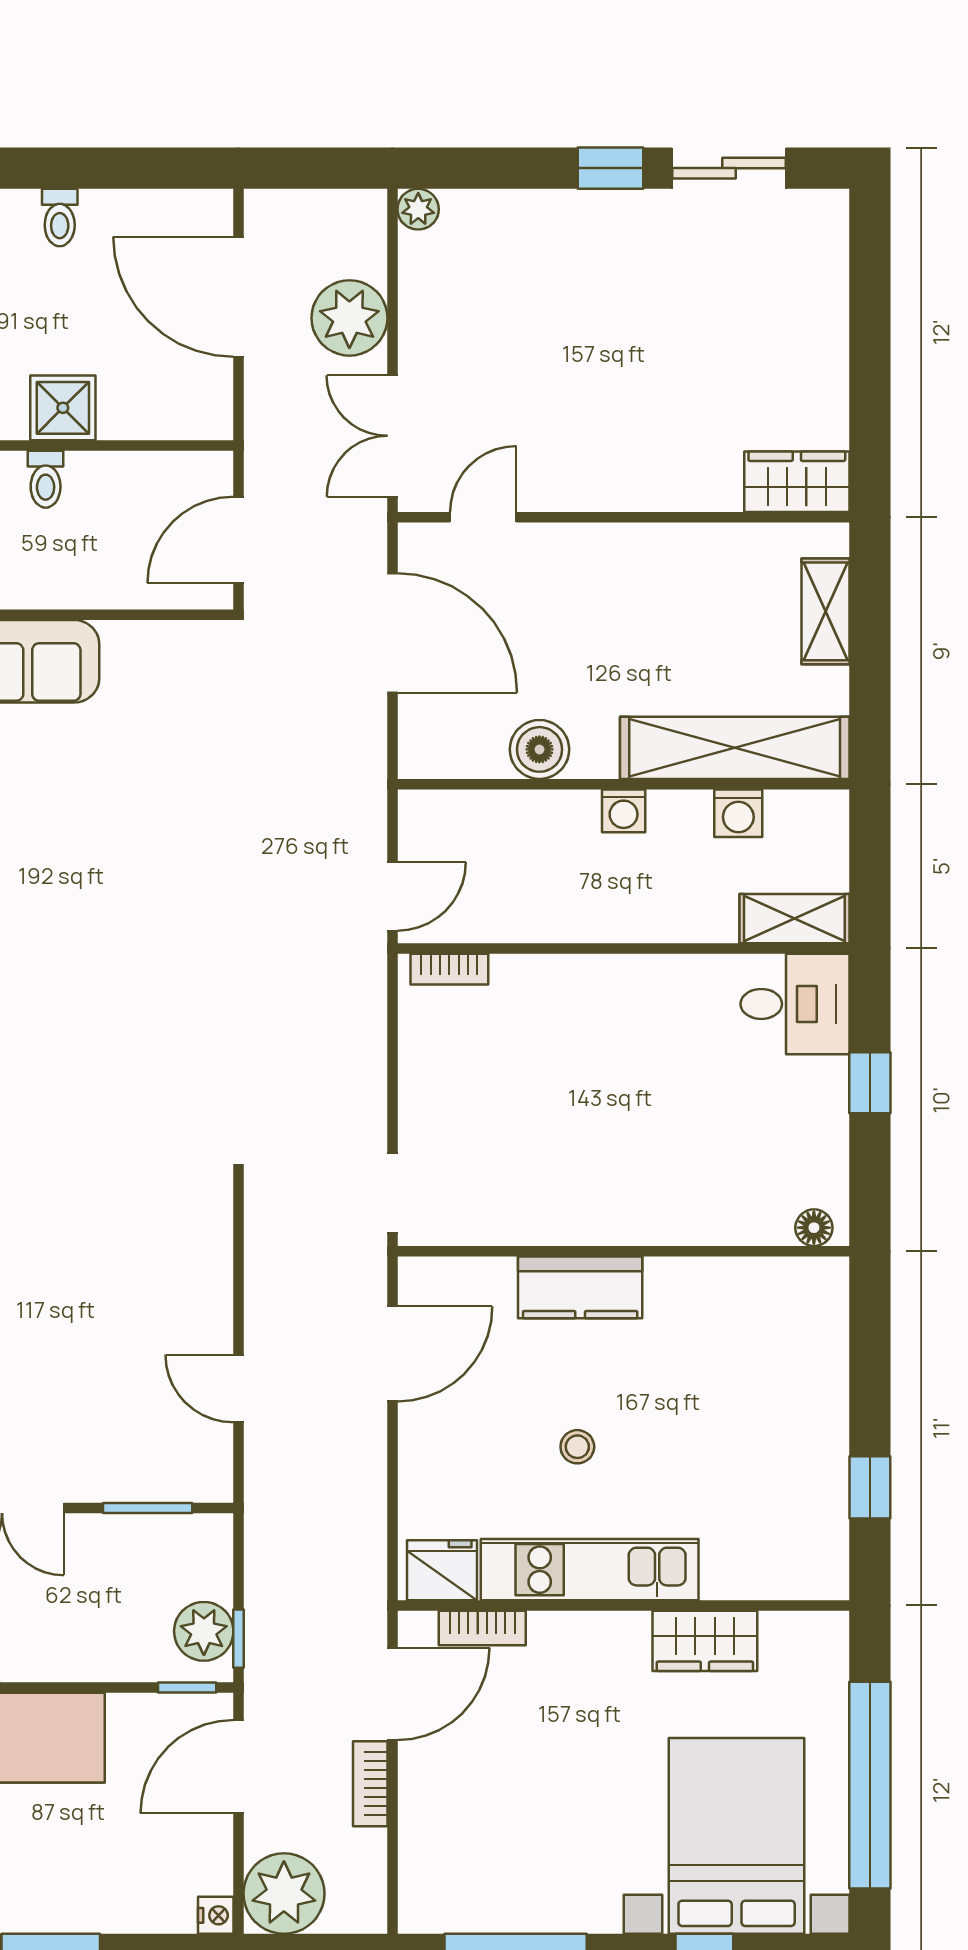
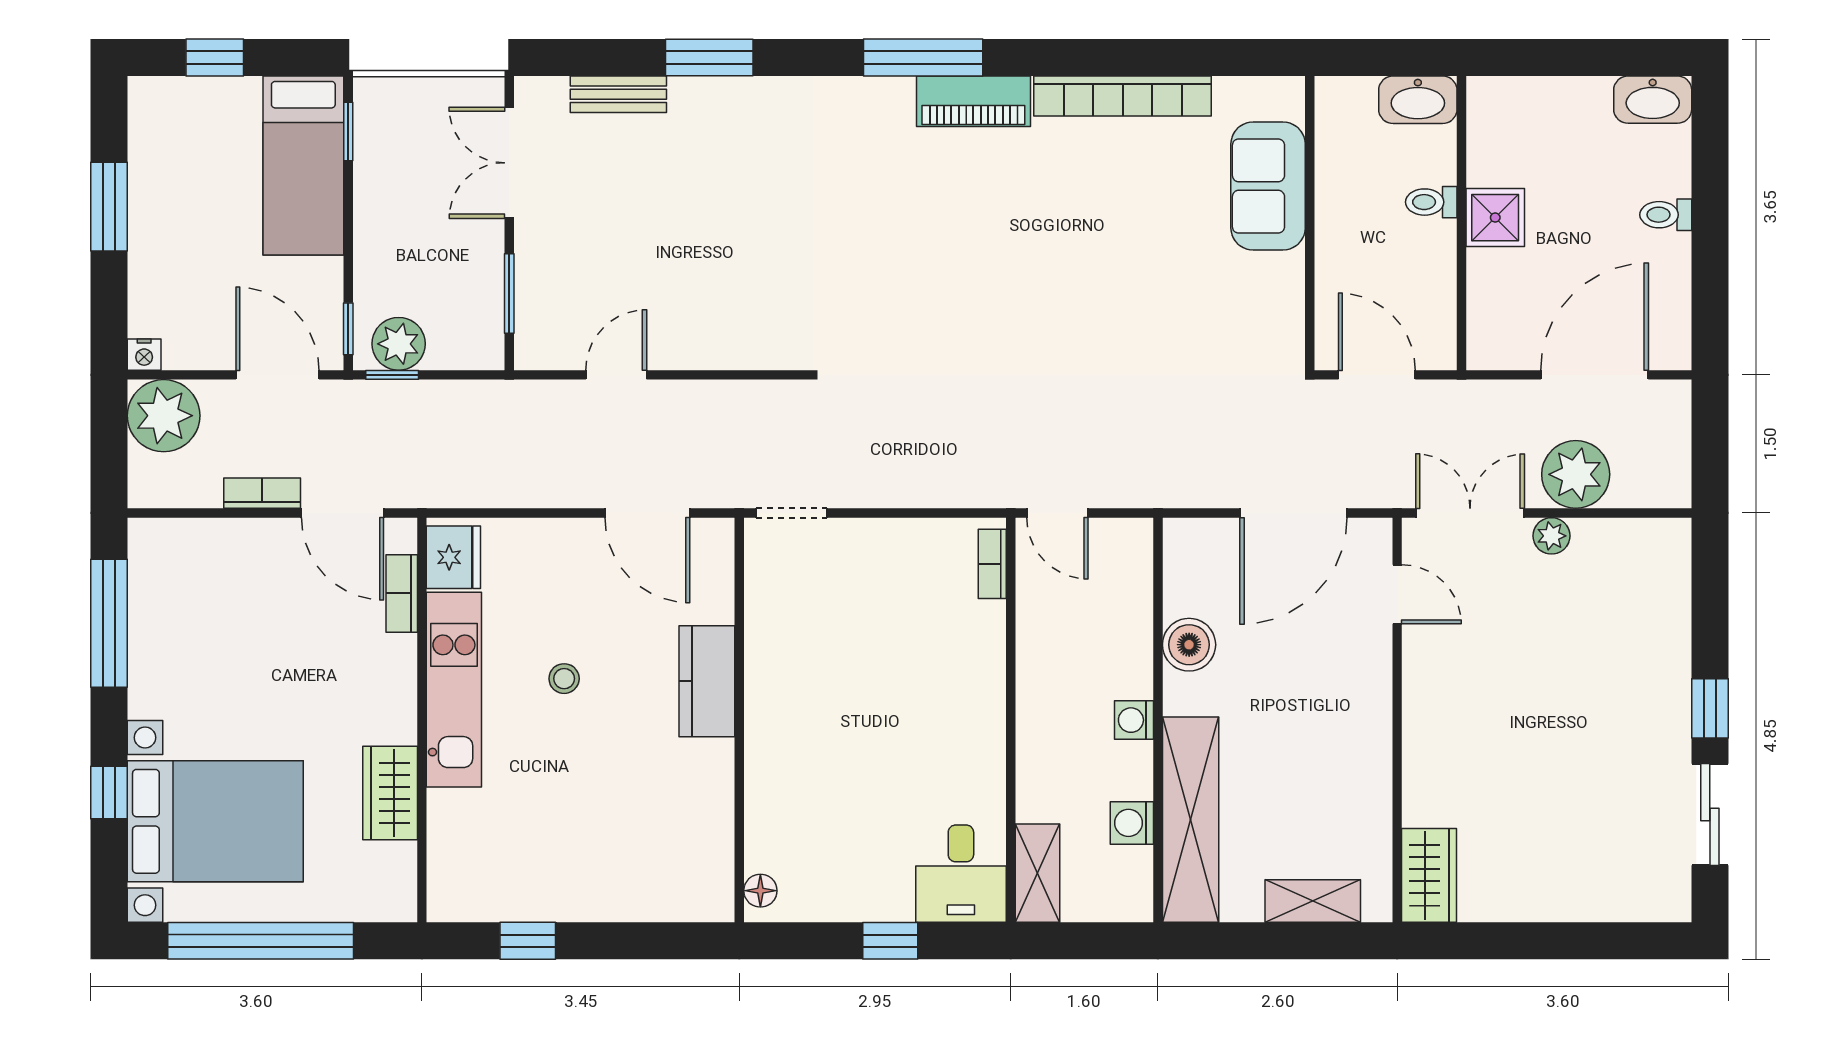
plant: (418, 209) -> (1551, 536), moved

